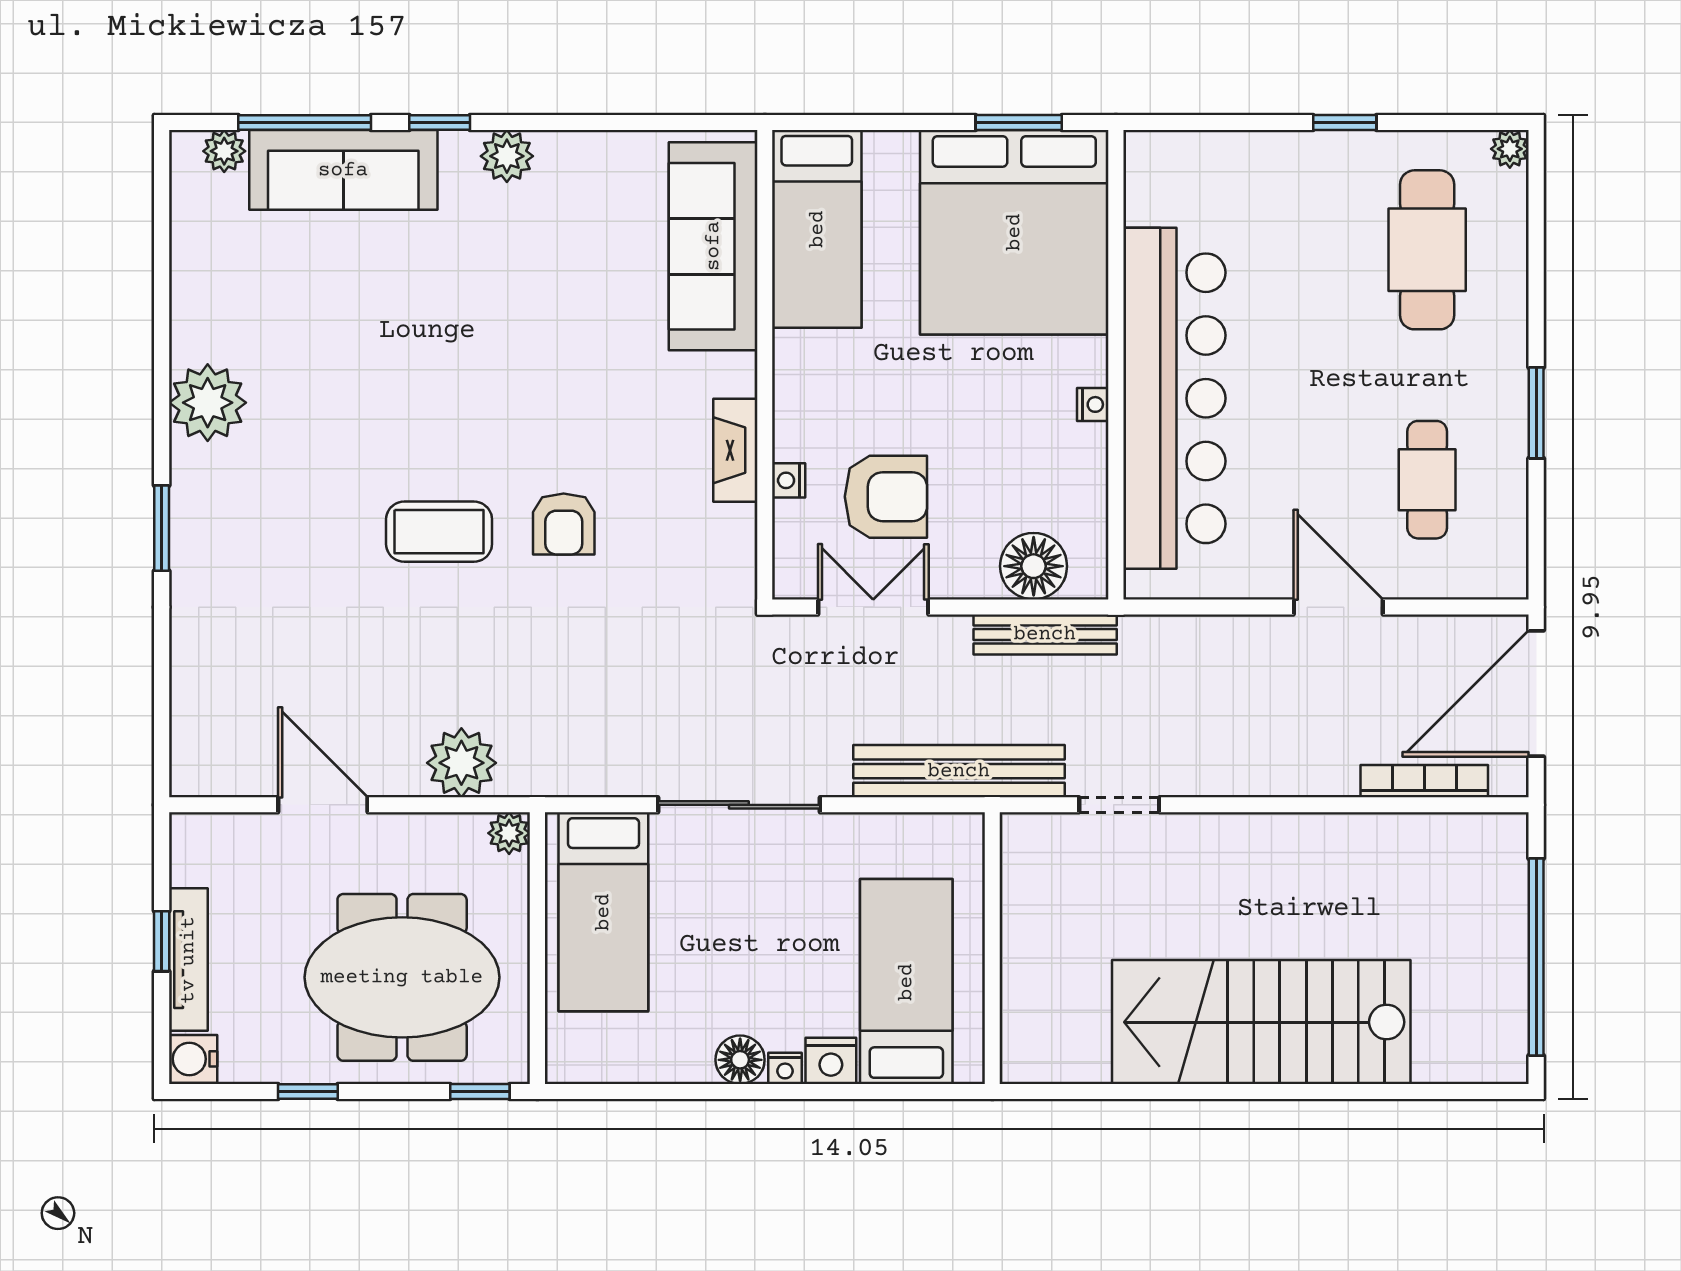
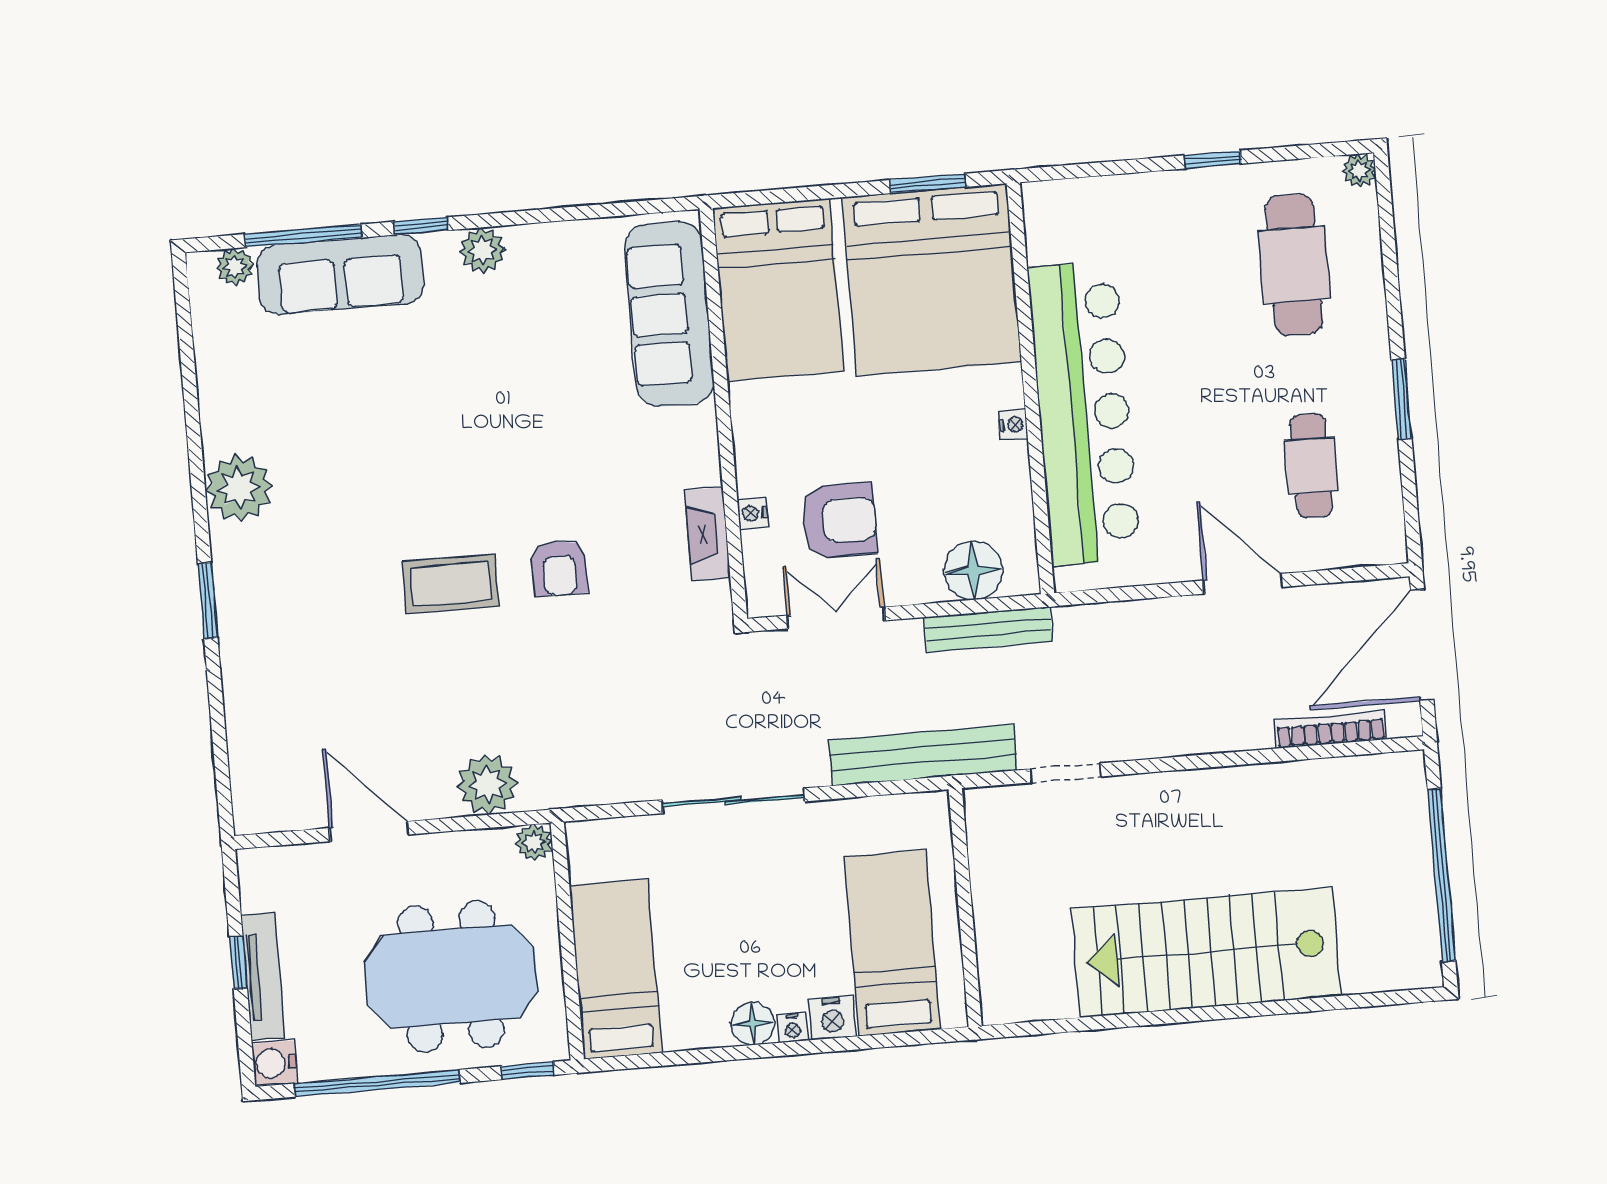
bed: (817, 229) -> (778, 290), width x1.50
fireplace: (735, 450) -> (707, 534), moved
bed: (603, 912) -> (616, 969), moved, turned 180
window: (308, 1092) -> (377, 1083), width x3.17

